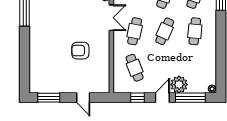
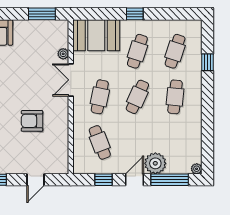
double door: (111, 18) -> (71, 80), swing flipped
door: (83, 98) -> (35, 180), hinge flipped

